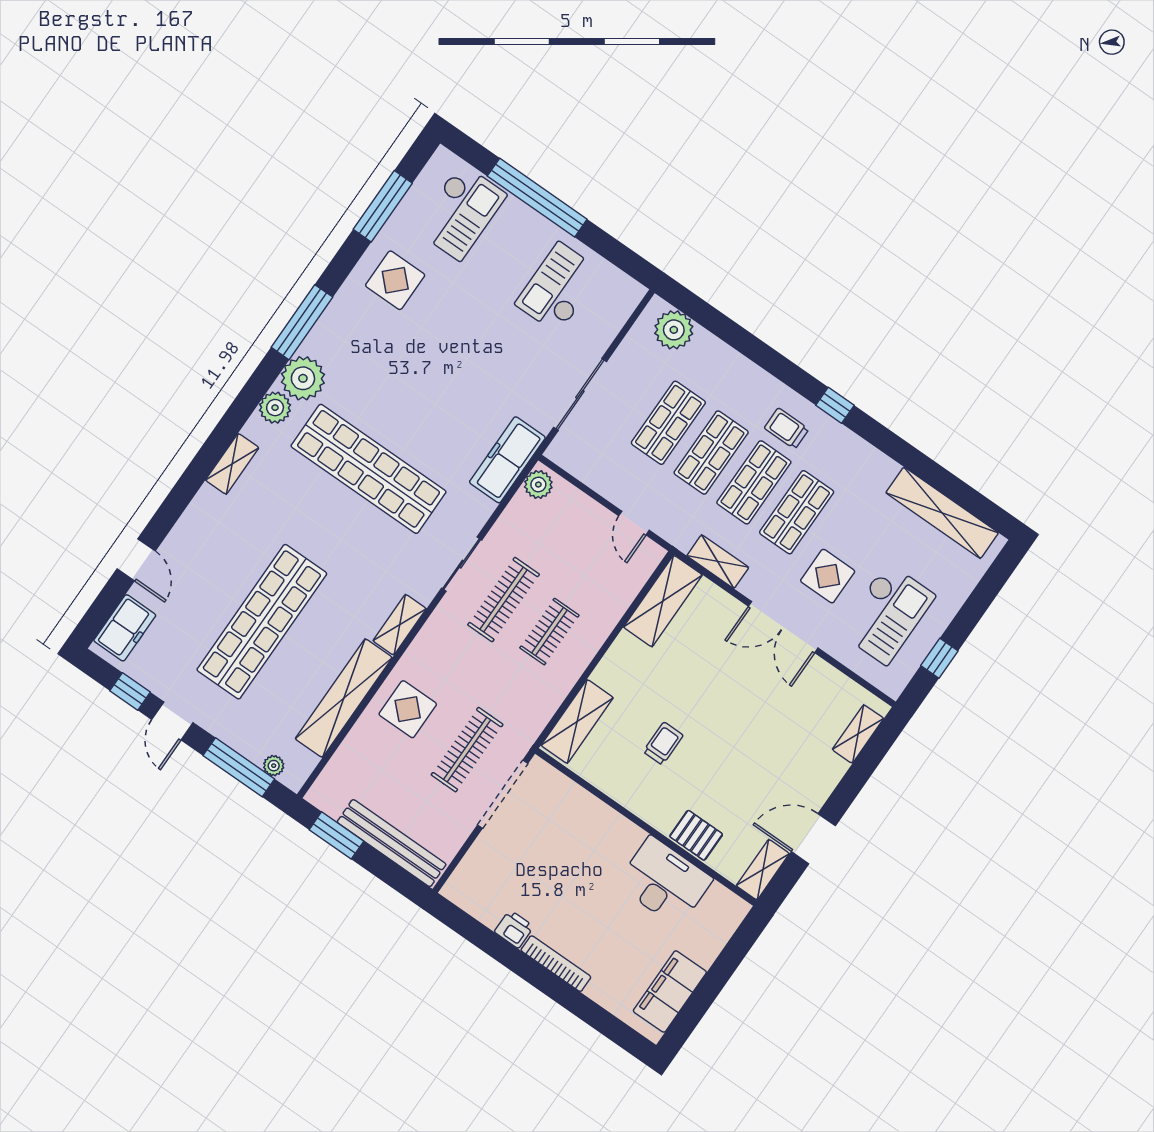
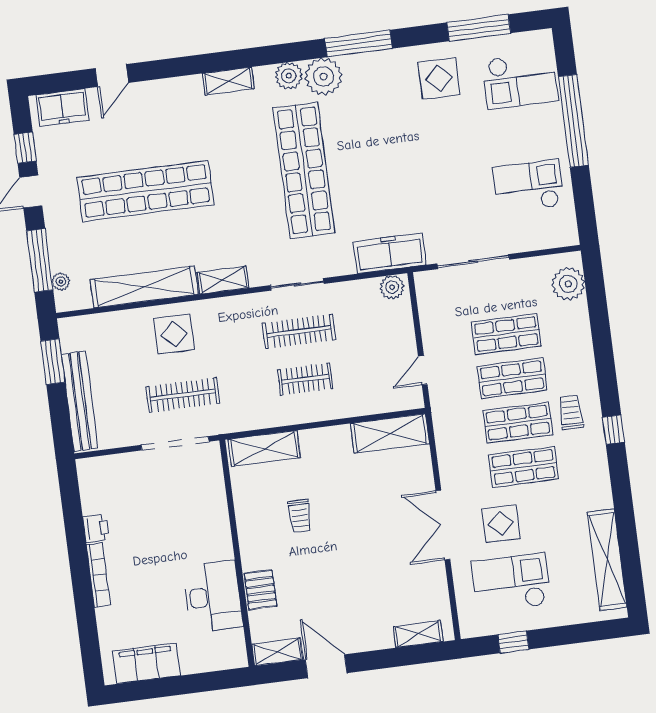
shelving: (718, 562) -> (447, 446), removed
checkout: (887, 614) -> (511, 583), turned 180
trolley: (663, 743) -> (300, 516), turned 90

